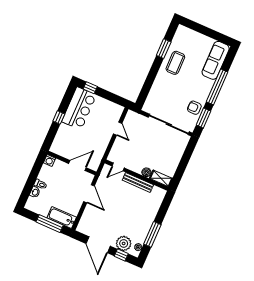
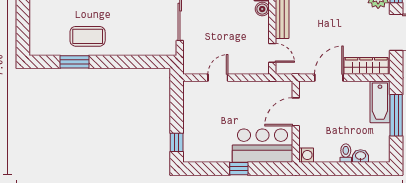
bar counter: (79, 108) -> (262, 146), moved
door: (77, 166) -> (296, 112), hinge flipped
wardrobe: (86, 219) -> (366, 66), added

